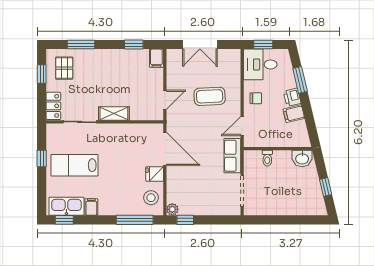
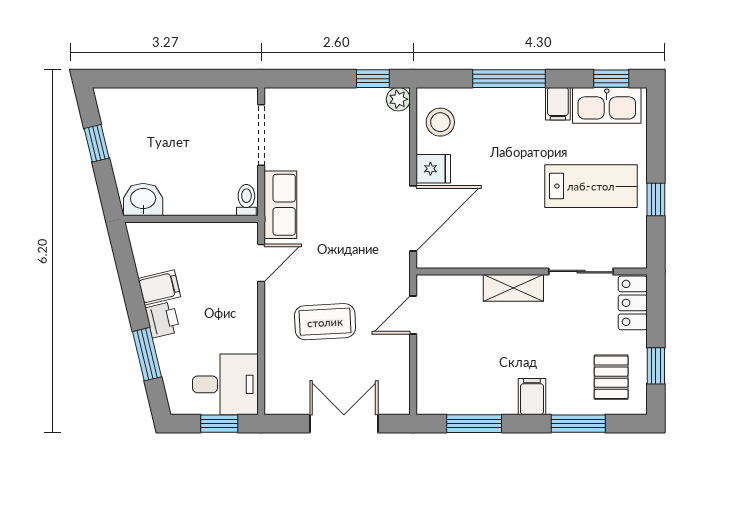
window: (134, 45) -> (474, 424), width x1.50
filing cabinet: (156, 58) -> (532, 397), moved
chair: (256, 98) -> (234, 318), removed
door: (165, 149) -> (413, 218), swing flipped
toilet: (267, 158) -> (246, 200), moved
window: (135, 220) -> (509, 79), moved

